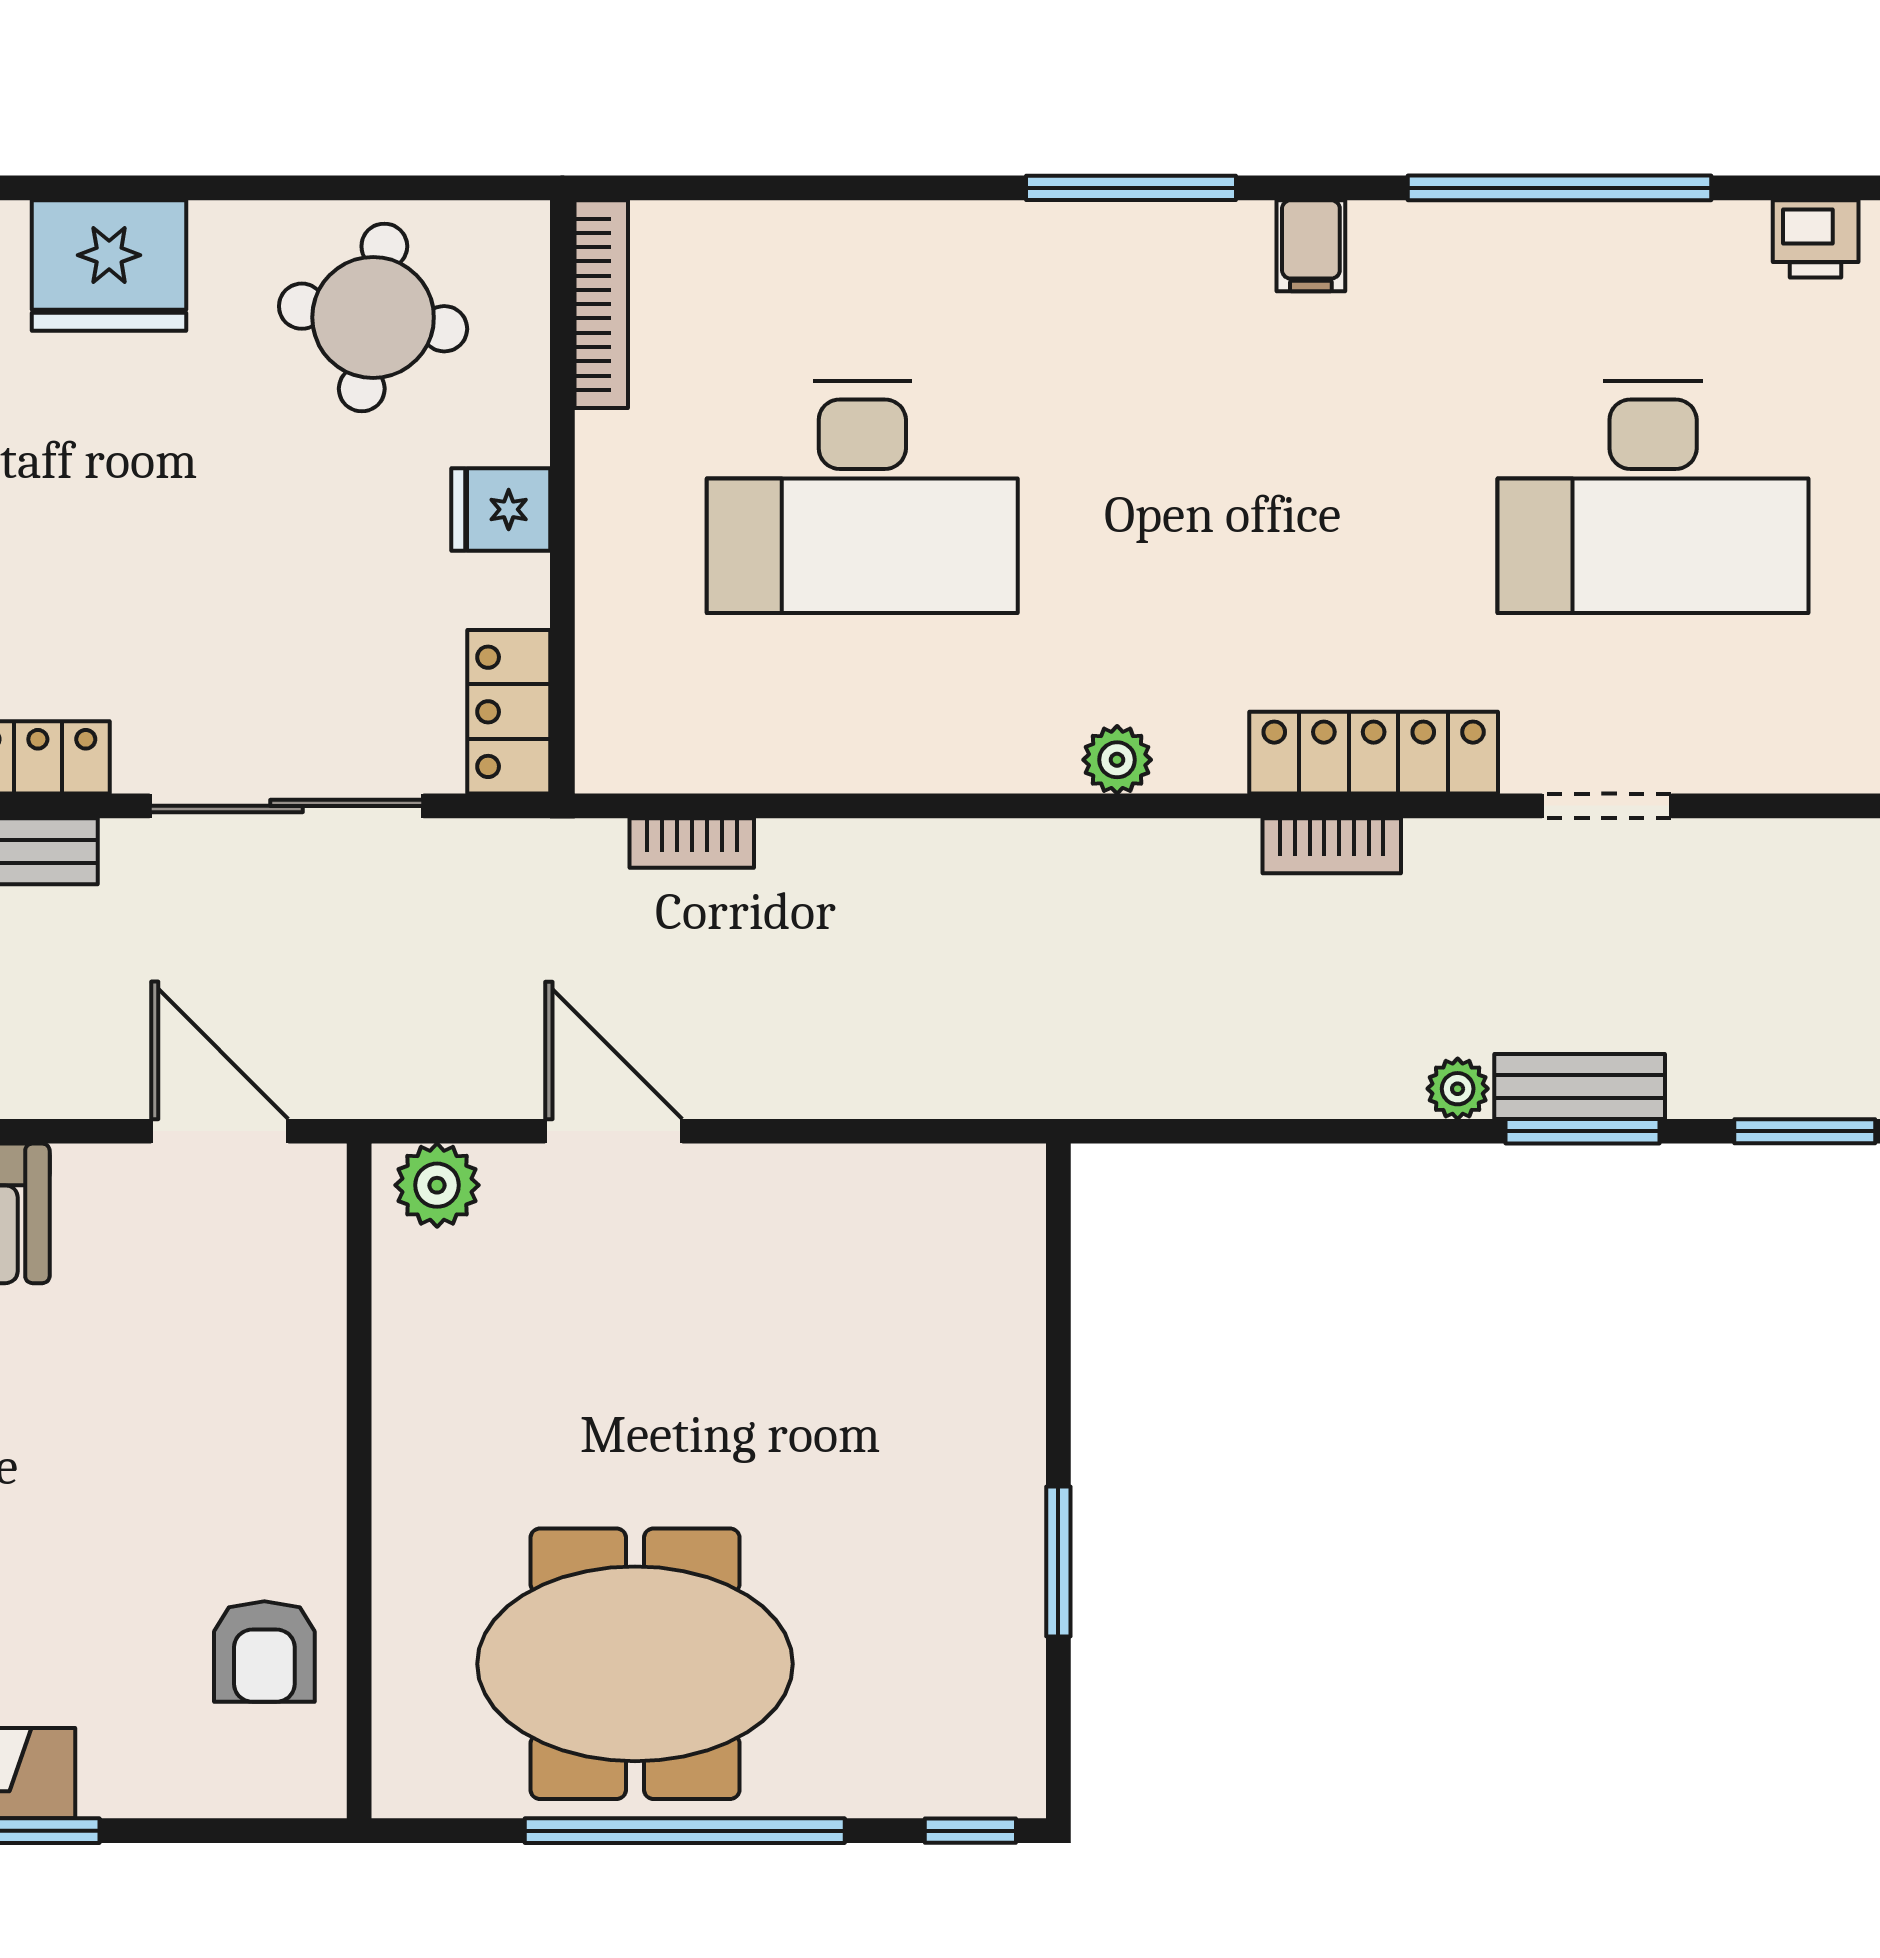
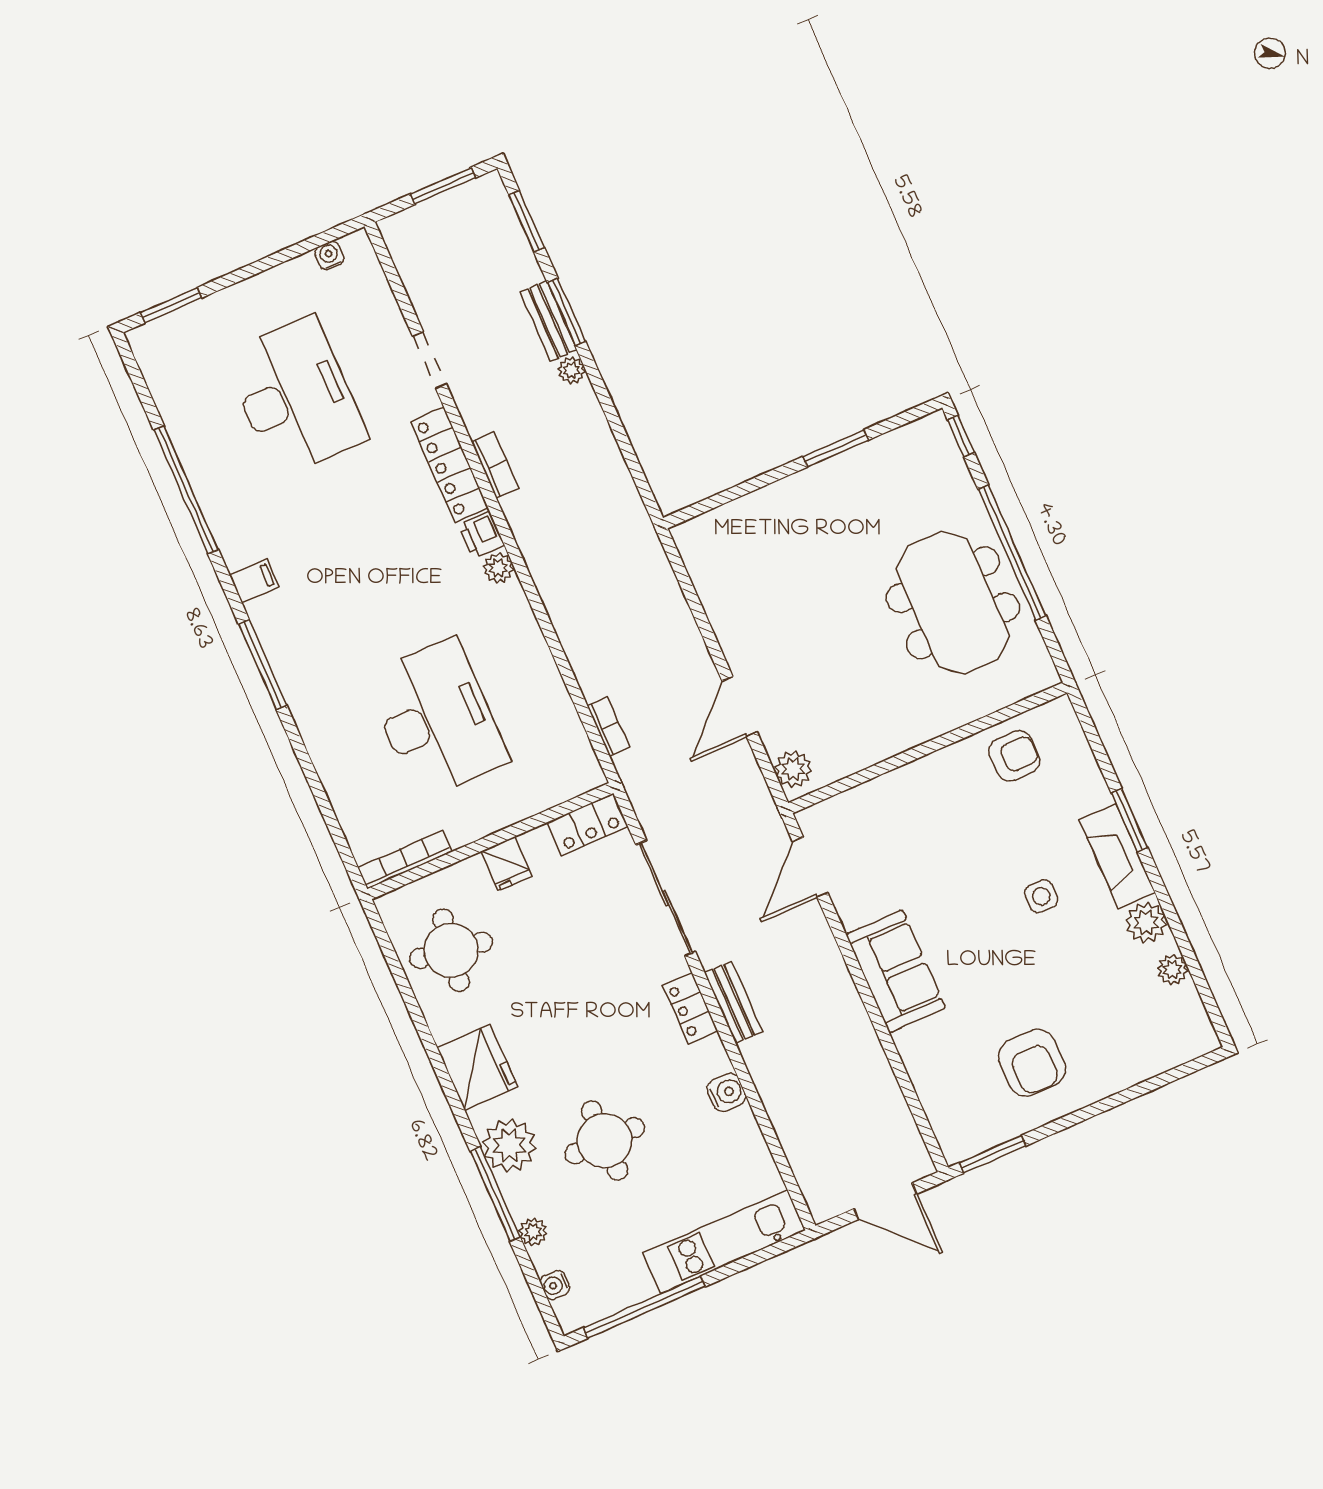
printer: (1816, 239) -> (481, 535), moved, turned 180

